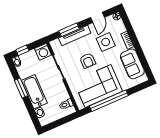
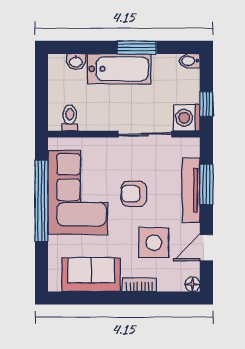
door: (97, 17) -> (206, 248), hinge flipped
window: (22, 50) -> (206, 104), moved

